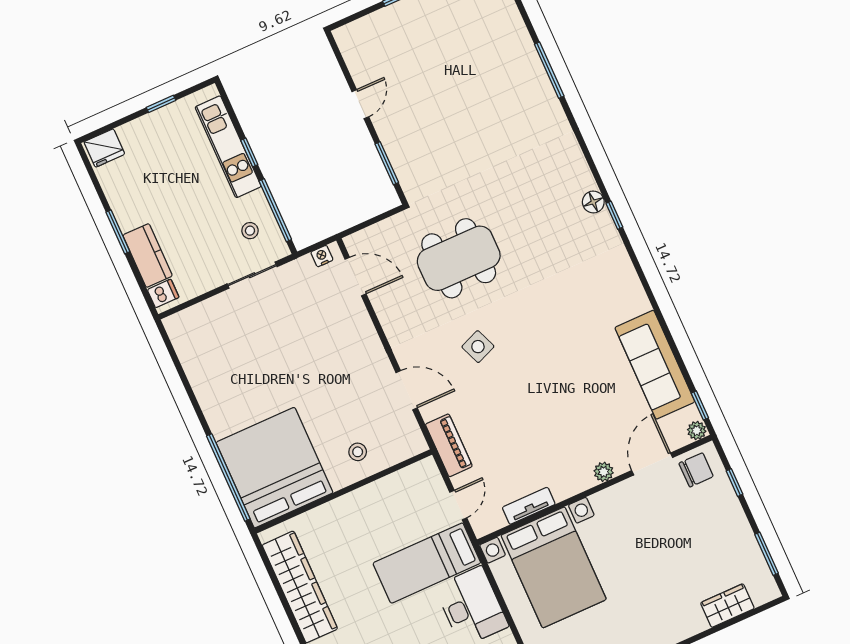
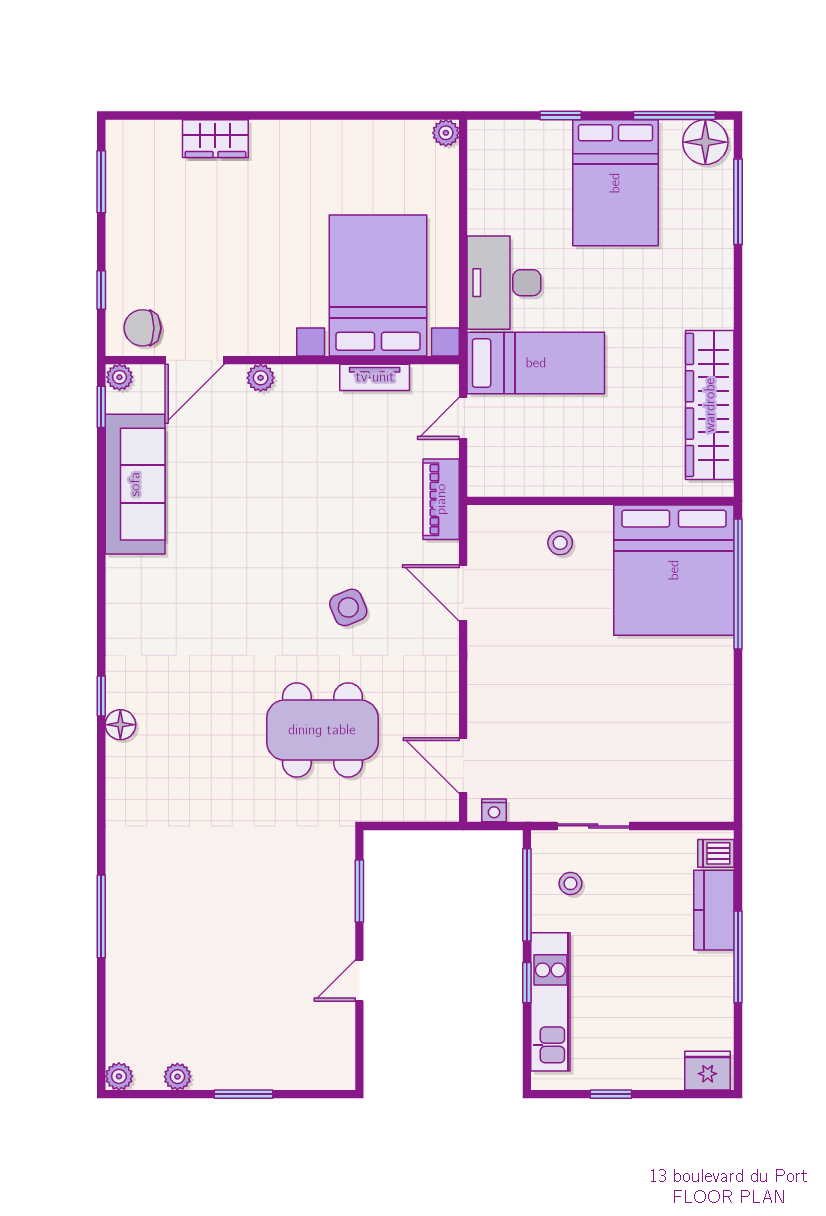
window: (118, 232) -> (738, 957), width x1.44
wardrobe: (727, 606) -> (215, 139), moved

